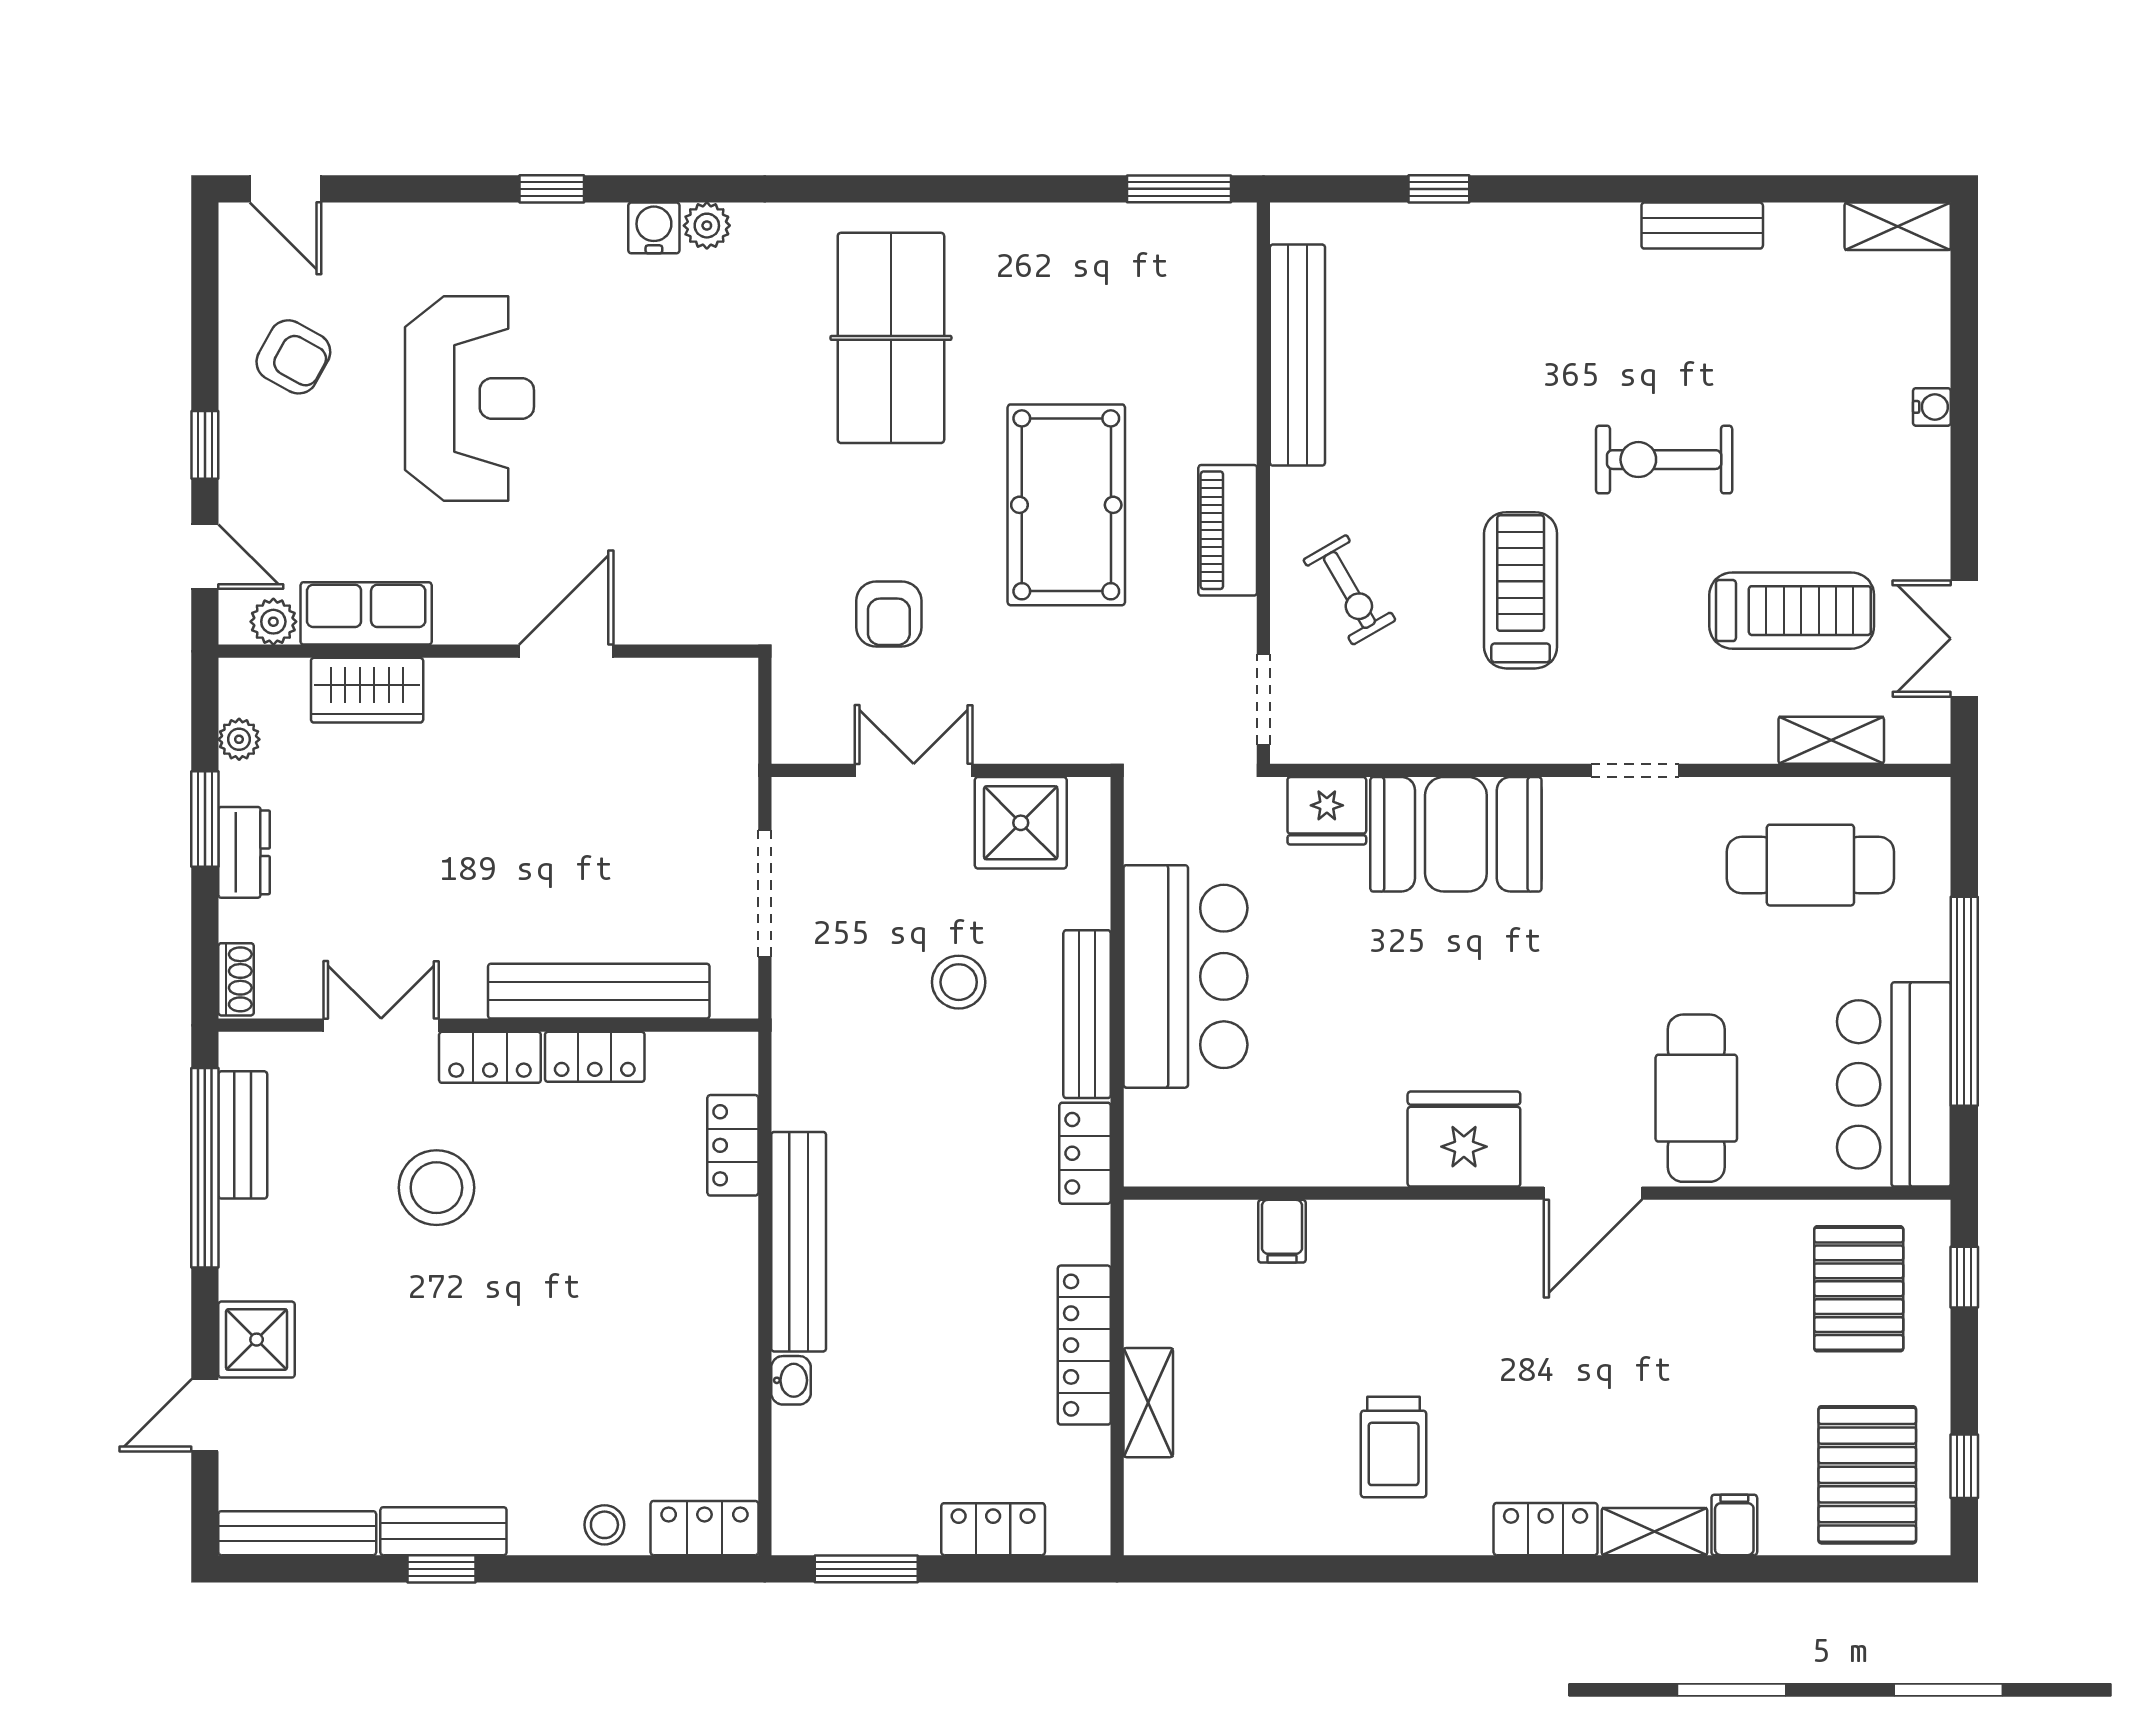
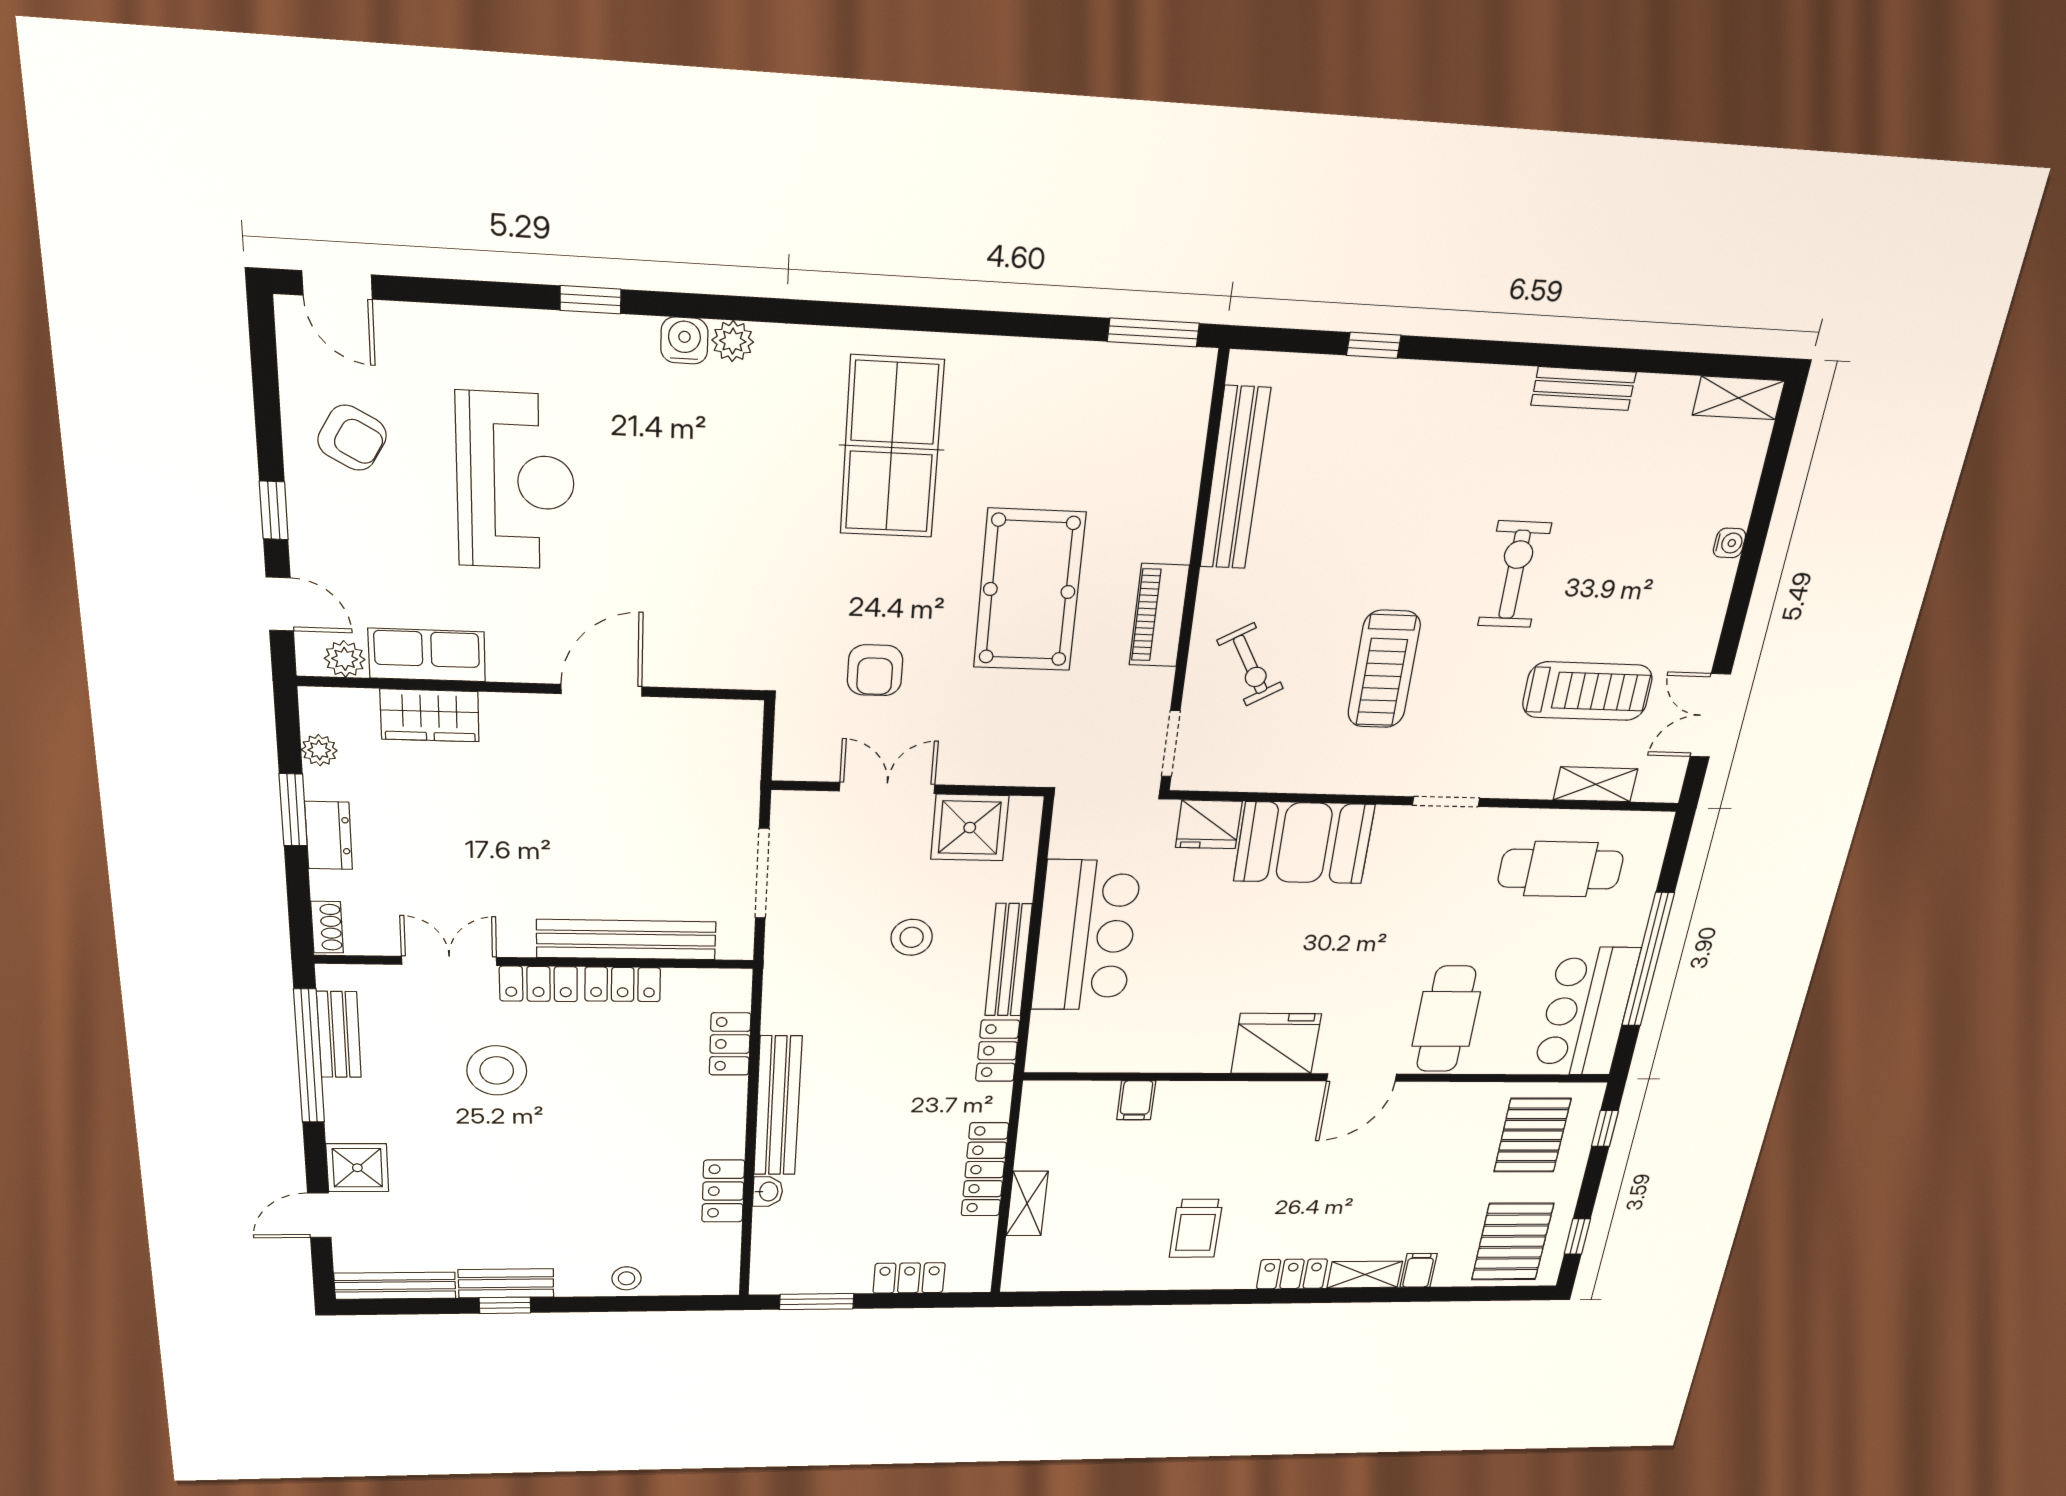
exercise bike: (1664, 460) -> (1514, 575), turned 90
treadmill: (1521, 590) -> (1384, 669), turned 180
locker: (704, 1528) -> (723, 1191), moved, turned -90

